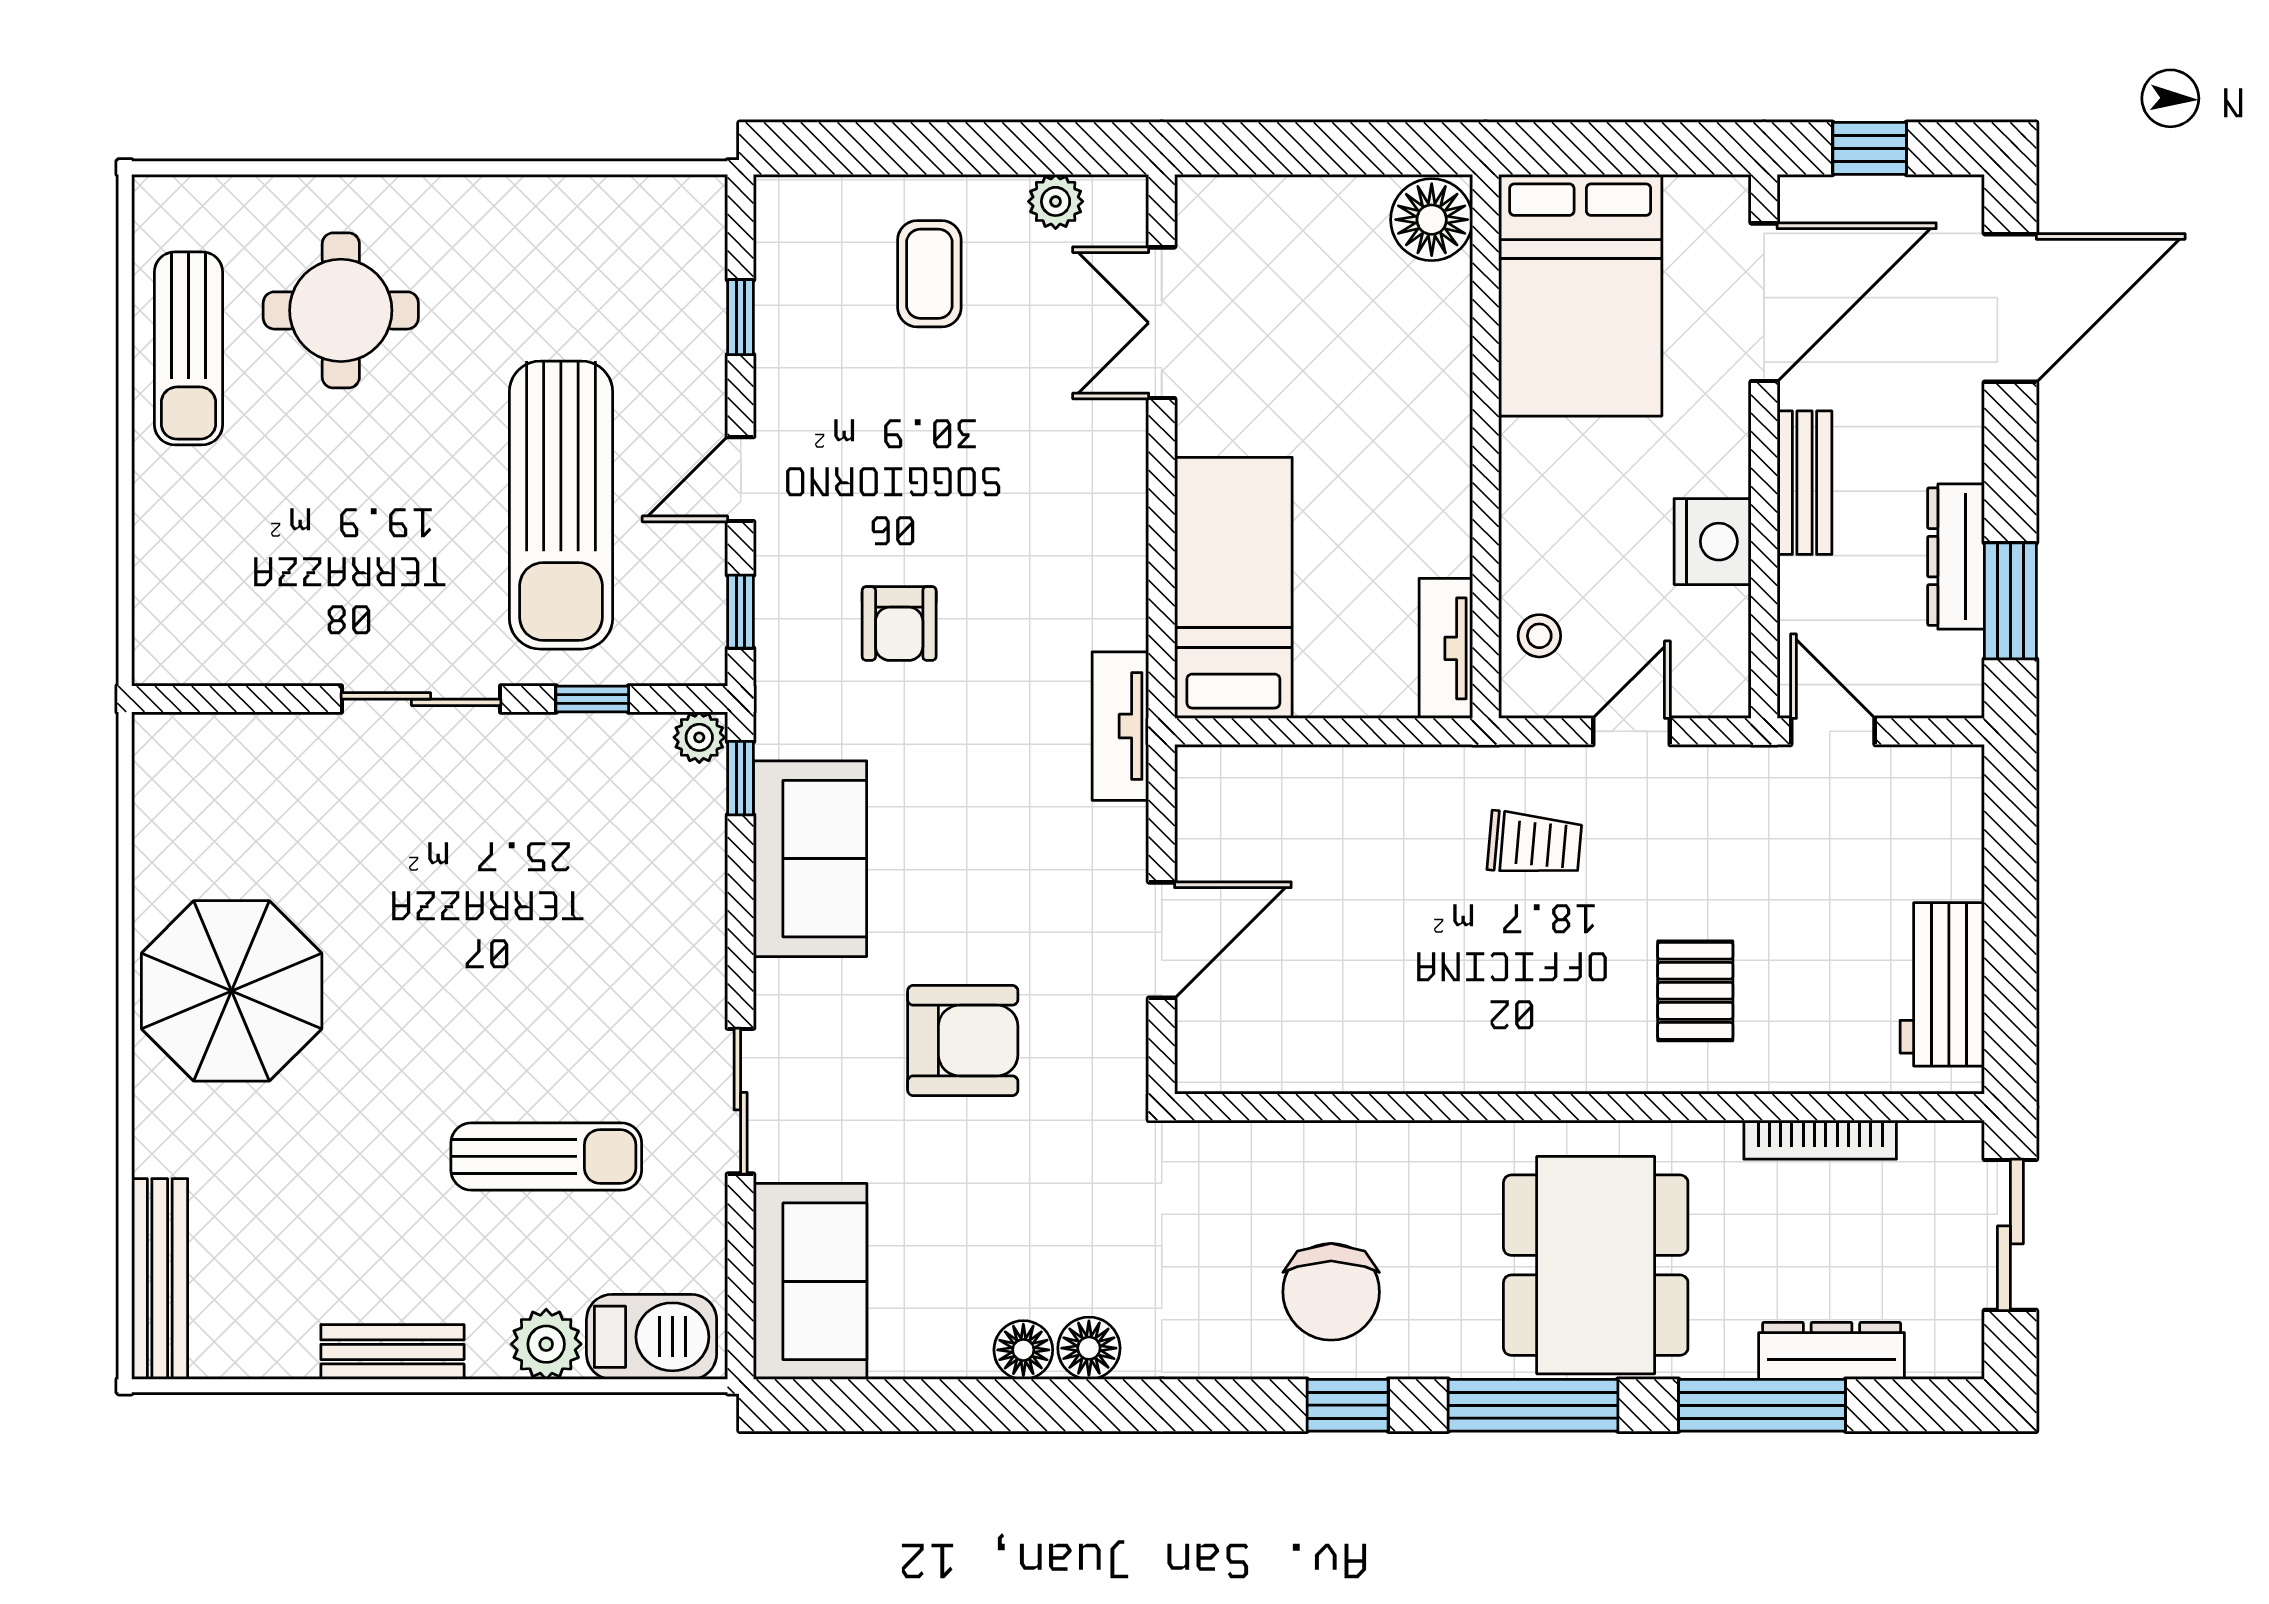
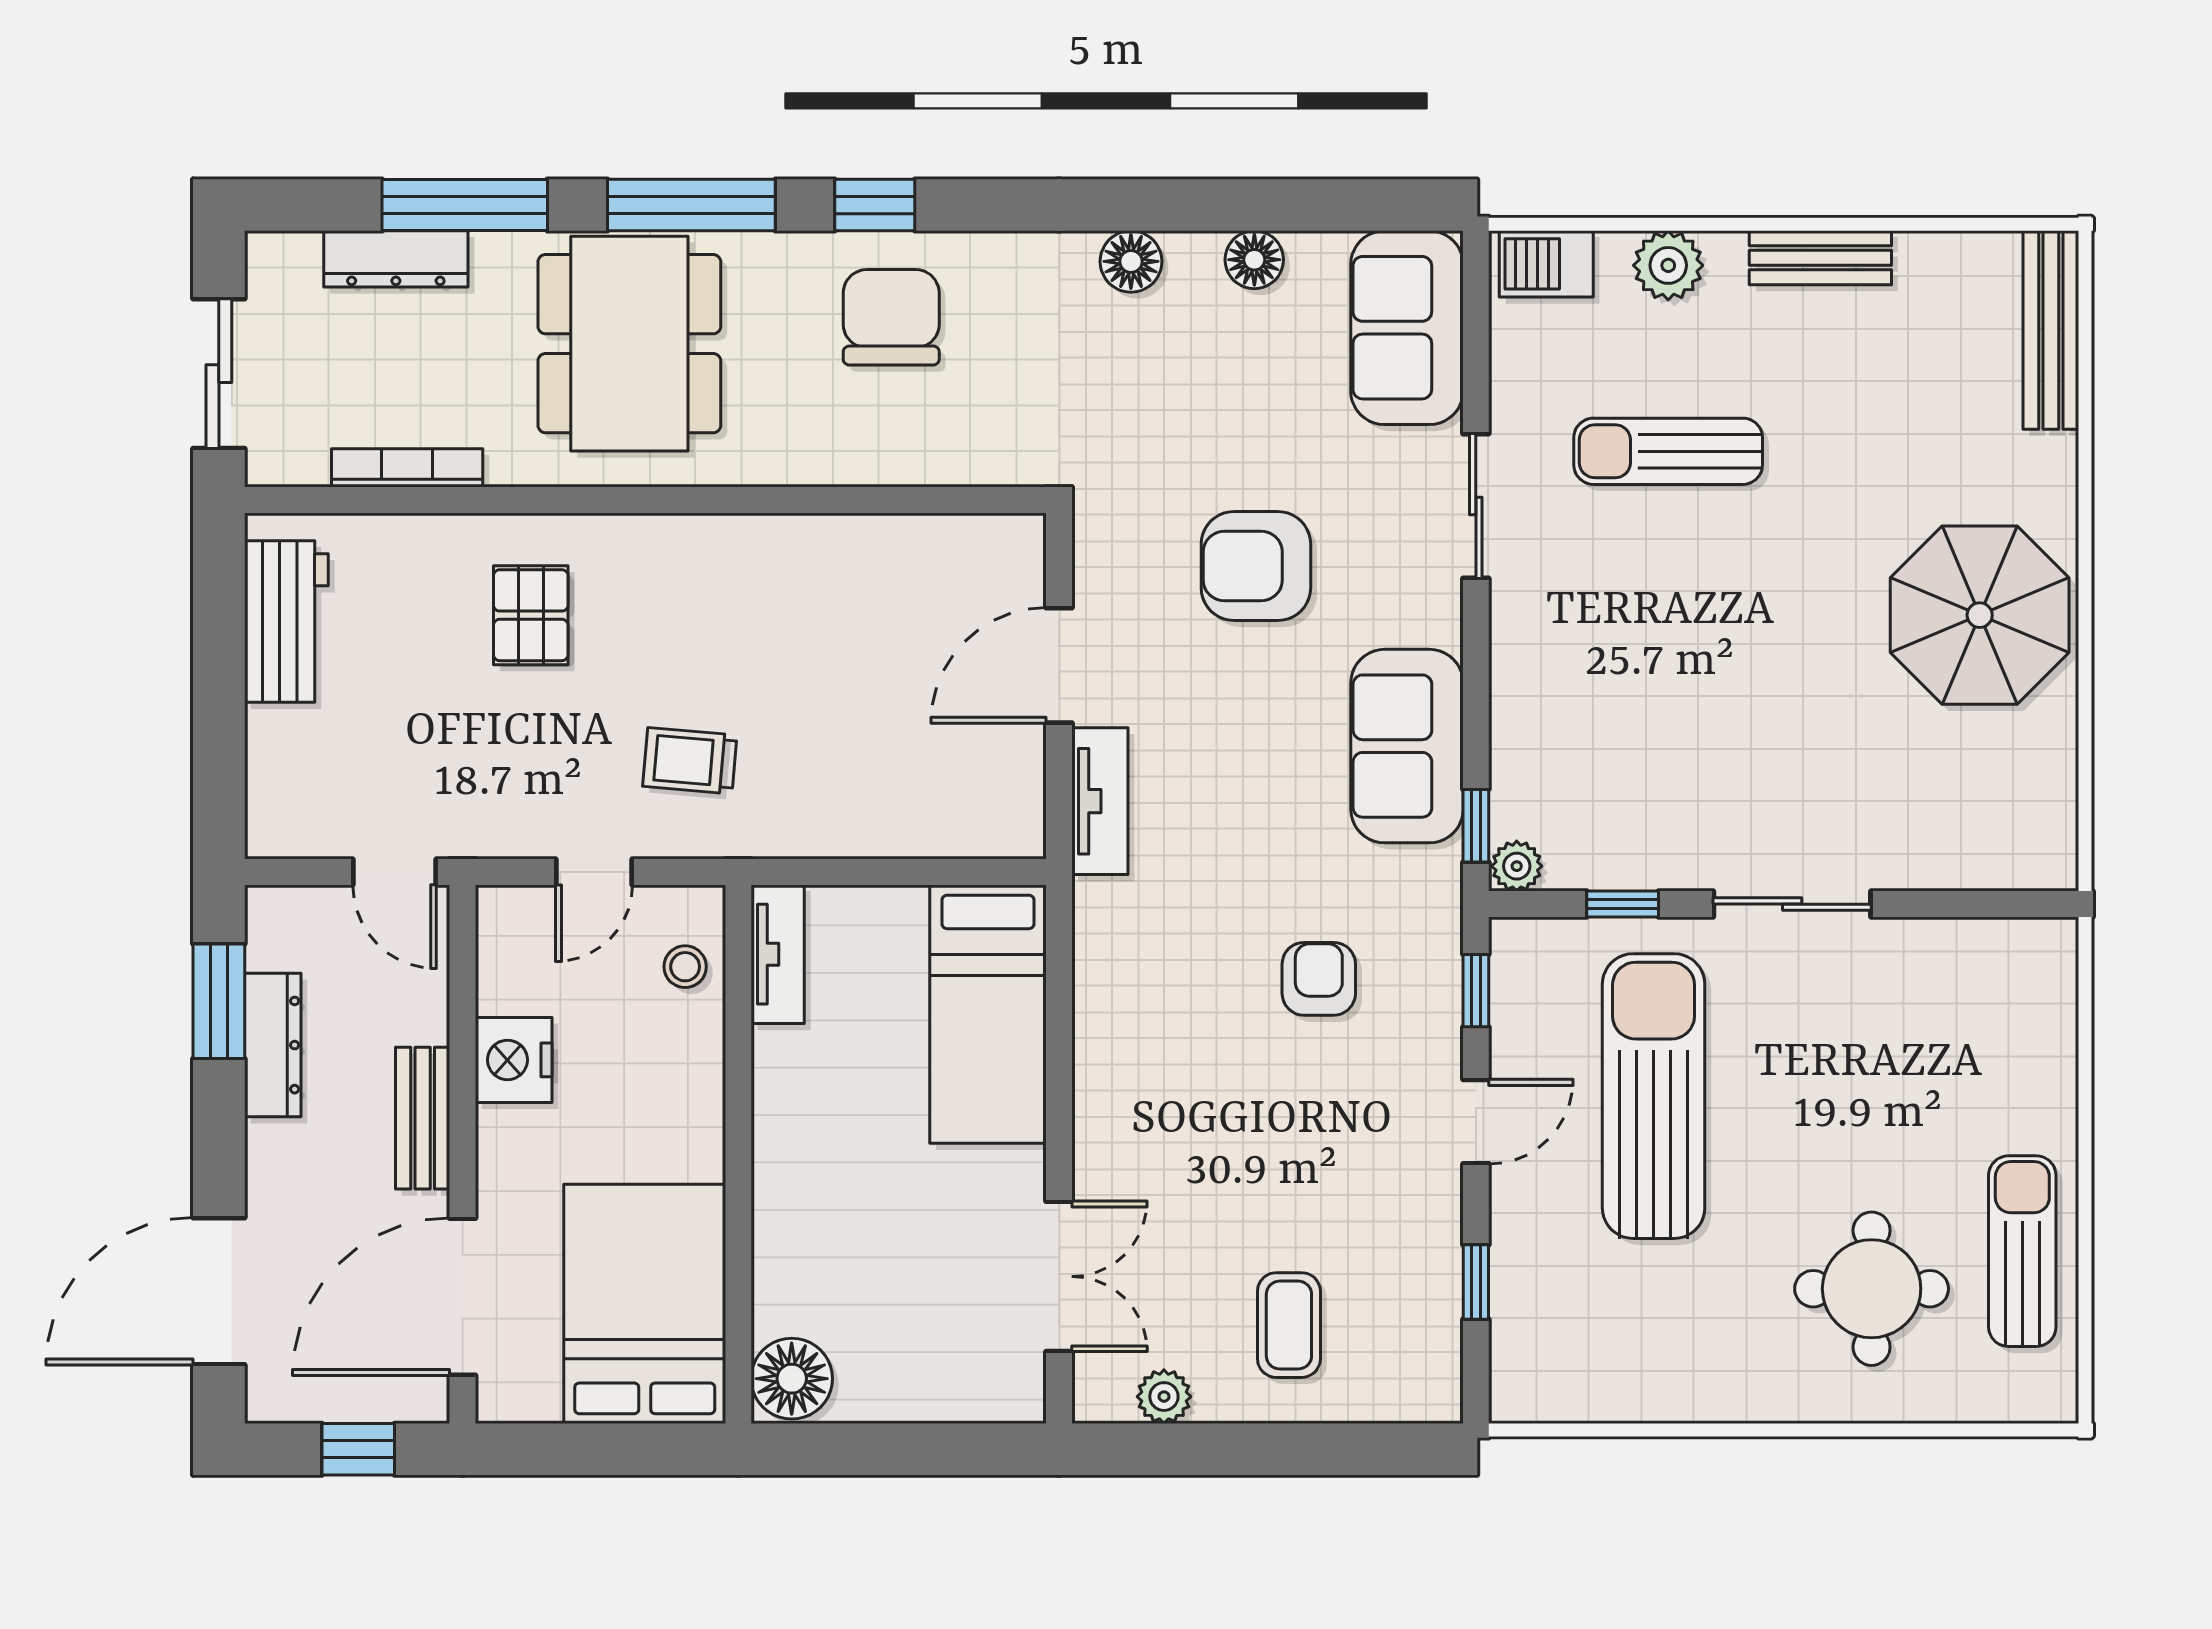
tv unit: (1120, 726) -> (1100, 801), moved
barbecue: (652, 1337) -> (1546, 264), width x0.73, depth x0.79
floor lamp: (1023, 1350) -> (1254, 260), moved

